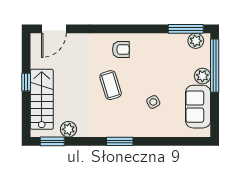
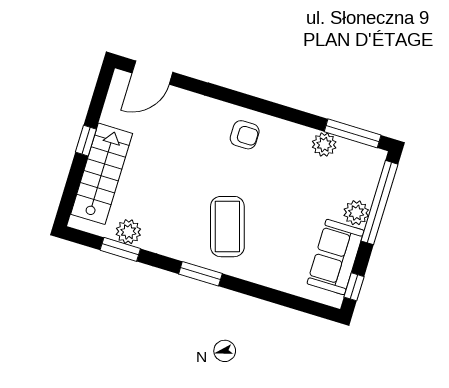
plant: (196, 41) -> (324, 145), moved
coffee table: (111, 85) -> (227, 227), moved, width x1.36, depth x1.32
side table: (153, 102) -> (270, 229), removed
window: (215, 121) -> (354, 287), added
window: (52, 141) -> (120, 249), moved

